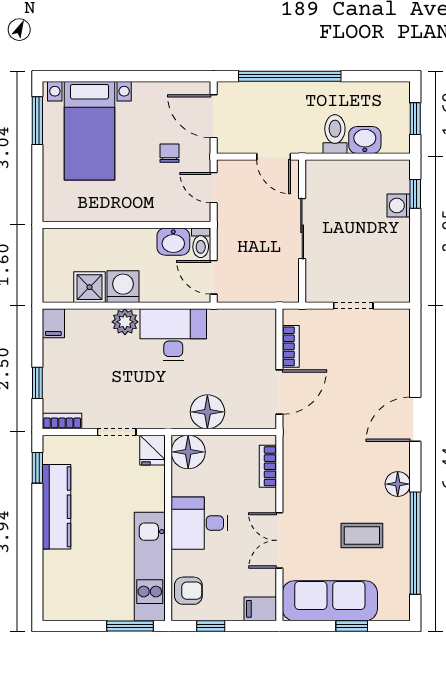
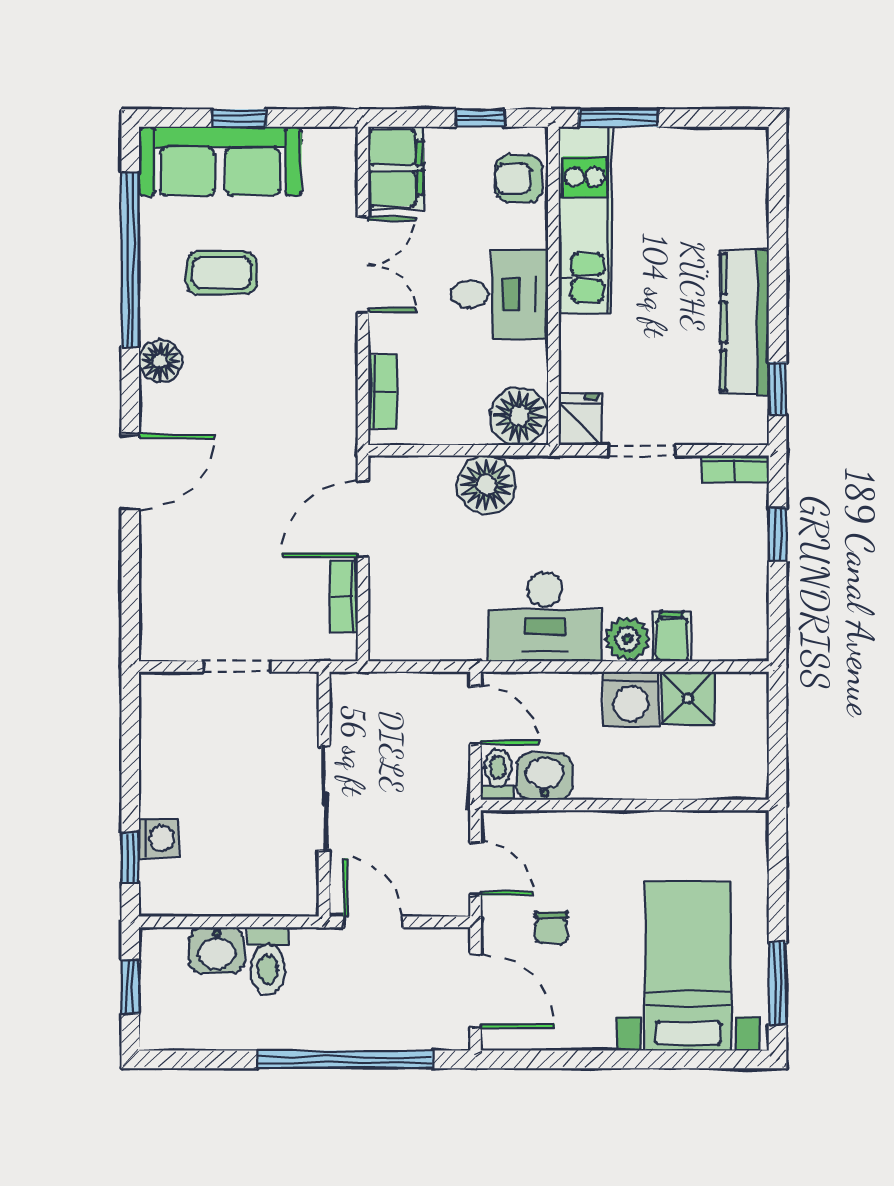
filing cabinet: (53, 323) -> (672, 636), moved
sofa: (330, 601) -> (220, 161), moved
filing cabinet: (260, 609) -> (396, 168), width x2.00

